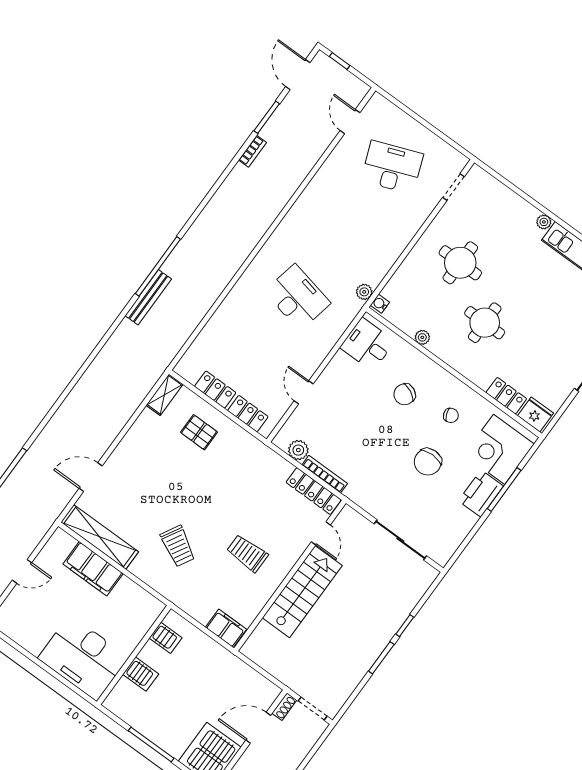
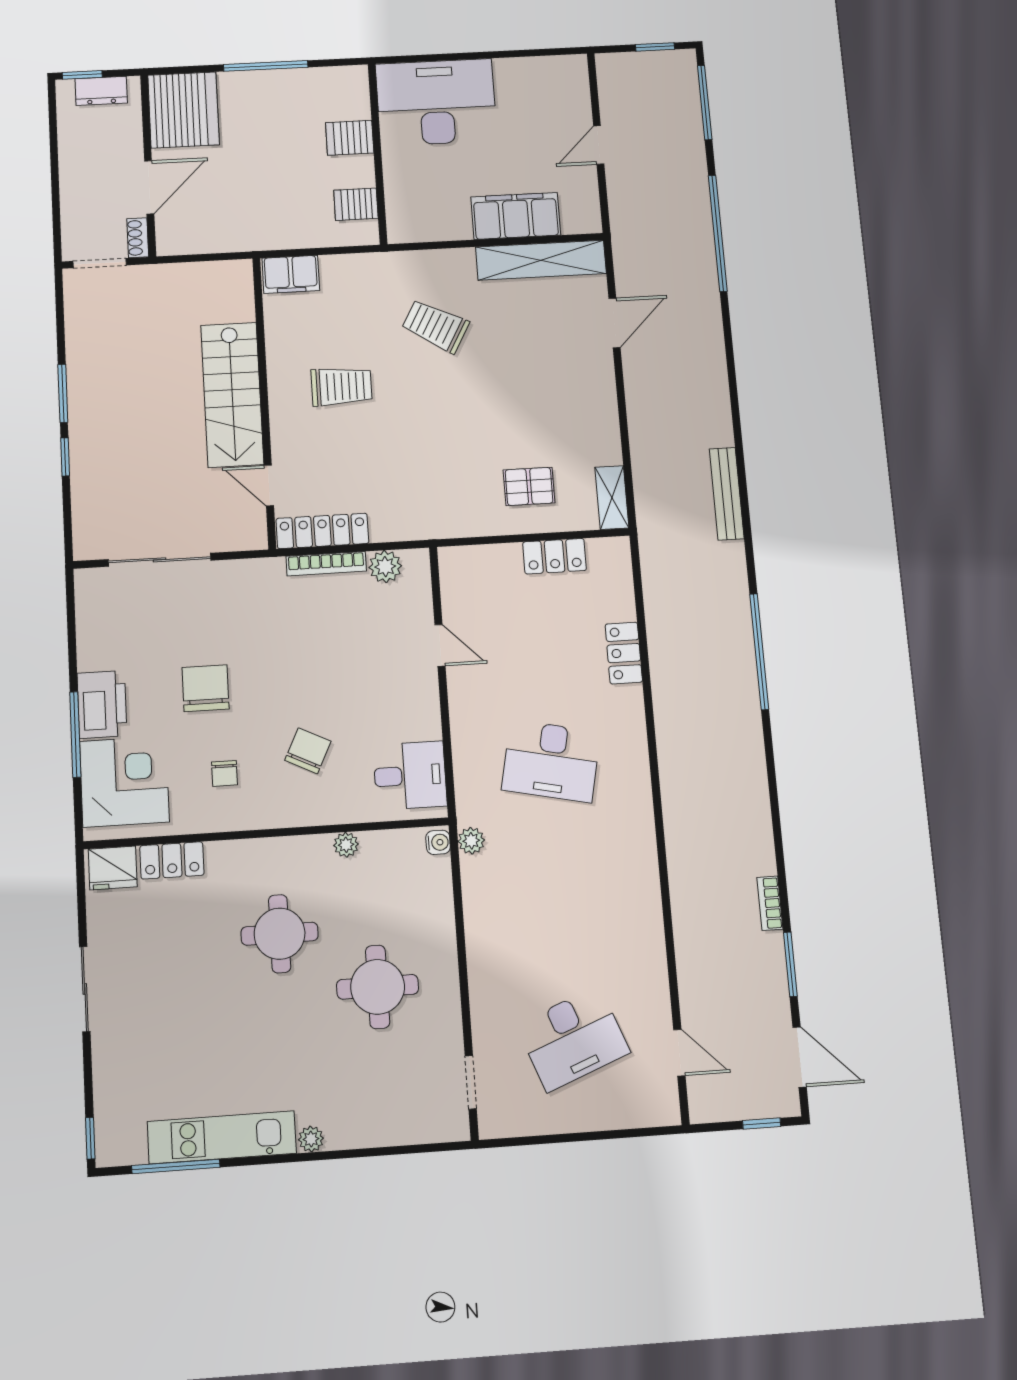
bench: (148, 297) -> (727, 494), moved
locker: (248, 414) -> (624, 653), moved, turned 90
chair: (451, 415) -> (224, 773), turned -68

